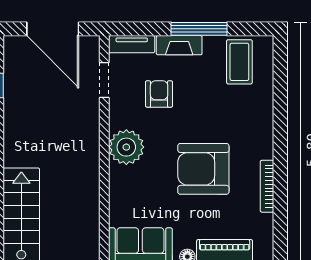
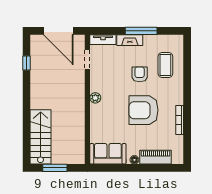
coffee table: (239, 62) -> (165, 65), moved
armchair: (159, 94) -> (140, 74), moved
plant: (126, 147) -> (95, 98), width x0.53, depth x0.53

